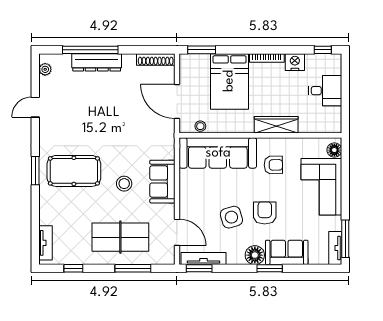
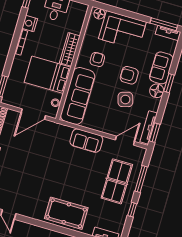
bed: (229, 81) -> (48, 75), moved, turned 180
window: (35, 171) -> (53, 227), removed
pool table: (74, 171) -> (66, 213), moved, turned 90
stool: (124, 184) -> (80, 168), removed
window: (73, 268) -> (132, 210), moved

